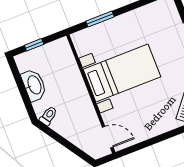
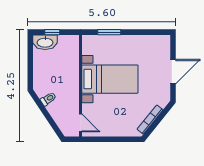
washbasin: (34, 85) -> (45, 42), moved, turned 90
toilet: (48, 116) -> (48, 99), moved

